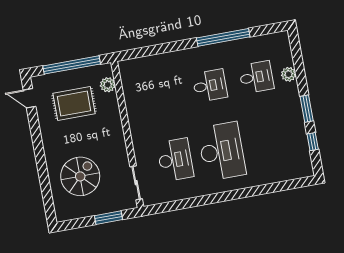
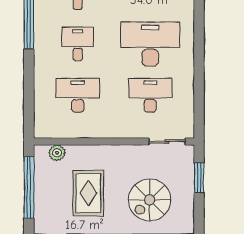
desk: (163, 94) -> (78, 95), added
rug: (74, 104) -> (88, 193), moved
spiral stairs: (80, 176) -> (150, 200), turned -90

